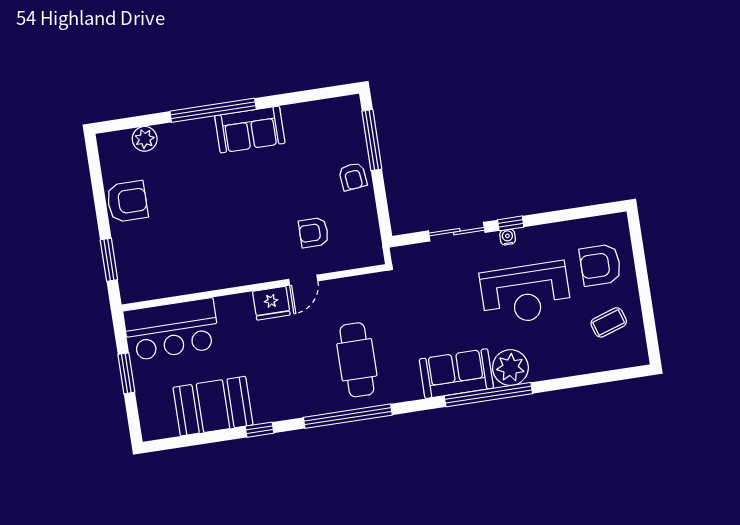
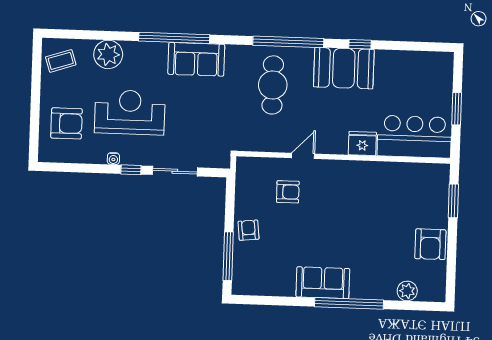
armchair: (127, 201) -> (430, 244), turned -90
water cooler: (508, 237) -> (113, 159), moved
fridge: (271, 303) -> (362, 143), moved
coffee table: (609, 322) -> (61, 61), moved
plant: (510, 368) -> (108, 54), moved
booth: (213, 406) -> (344, 68), moved

